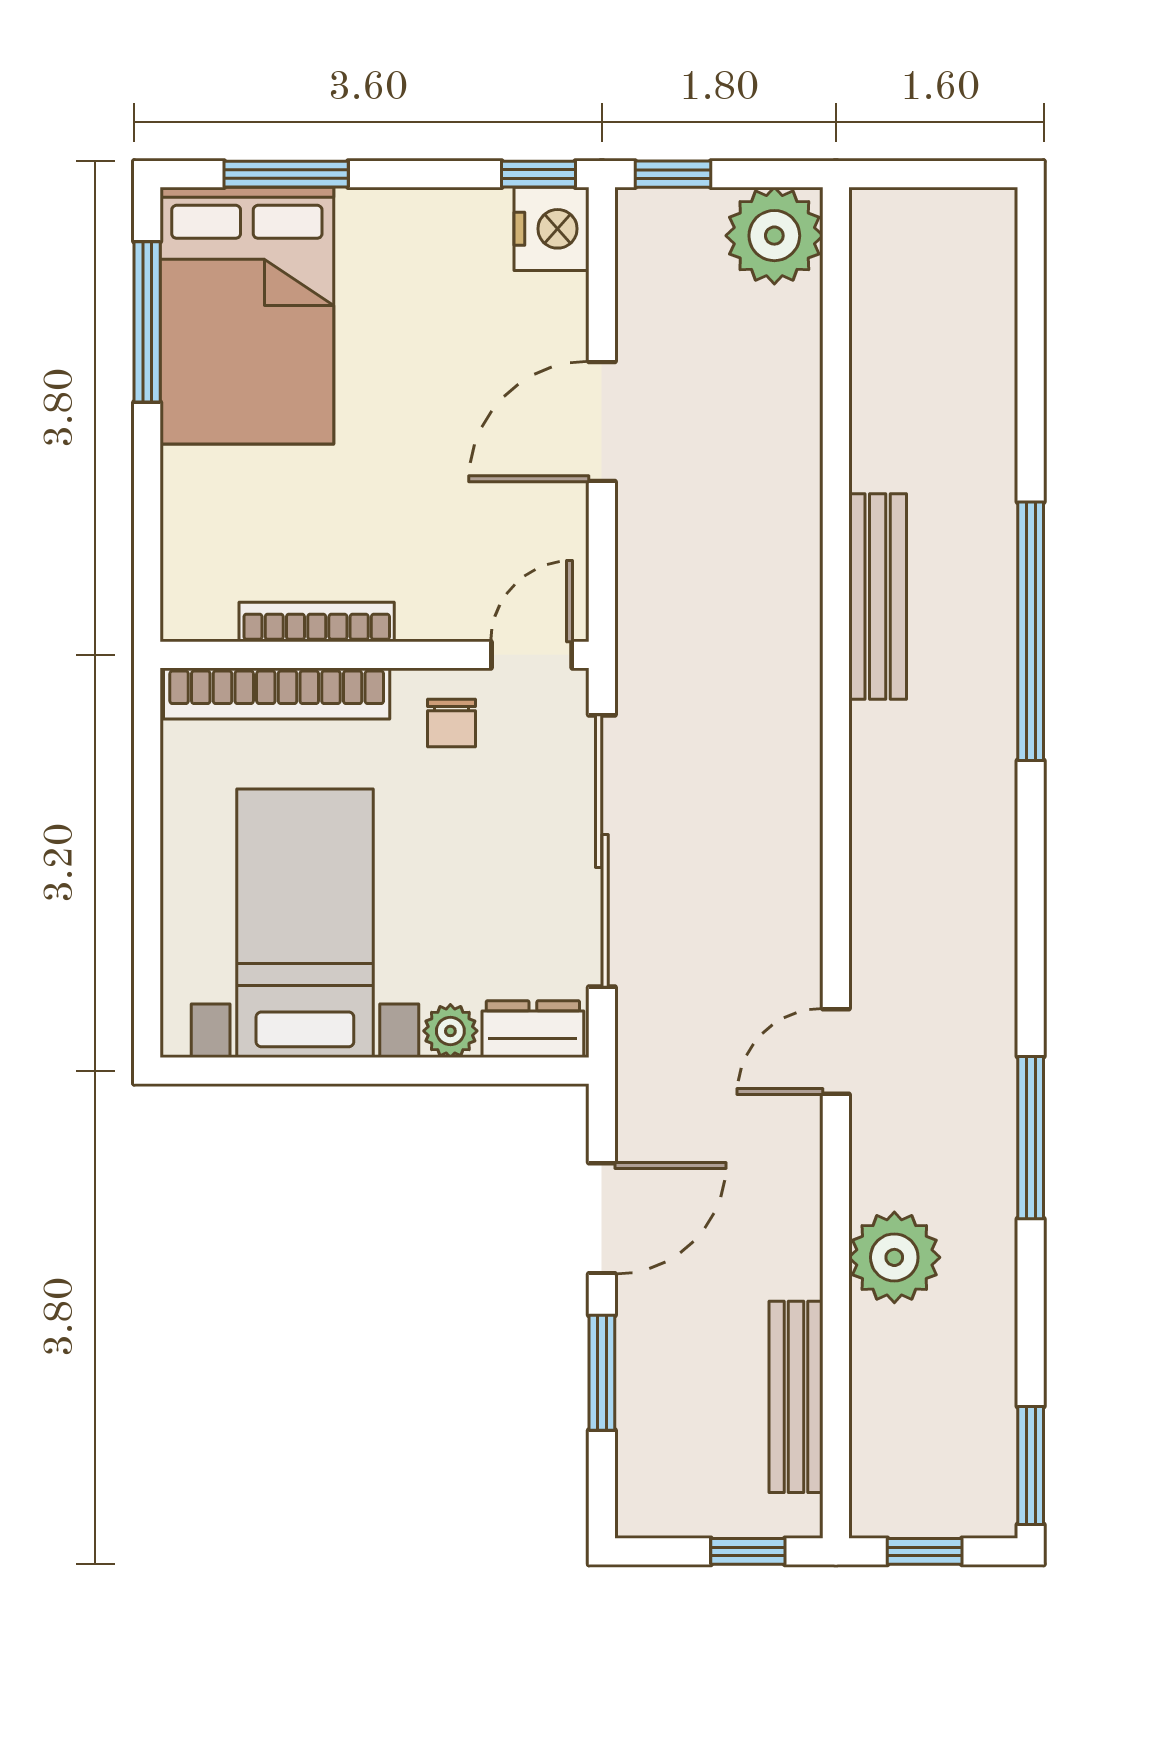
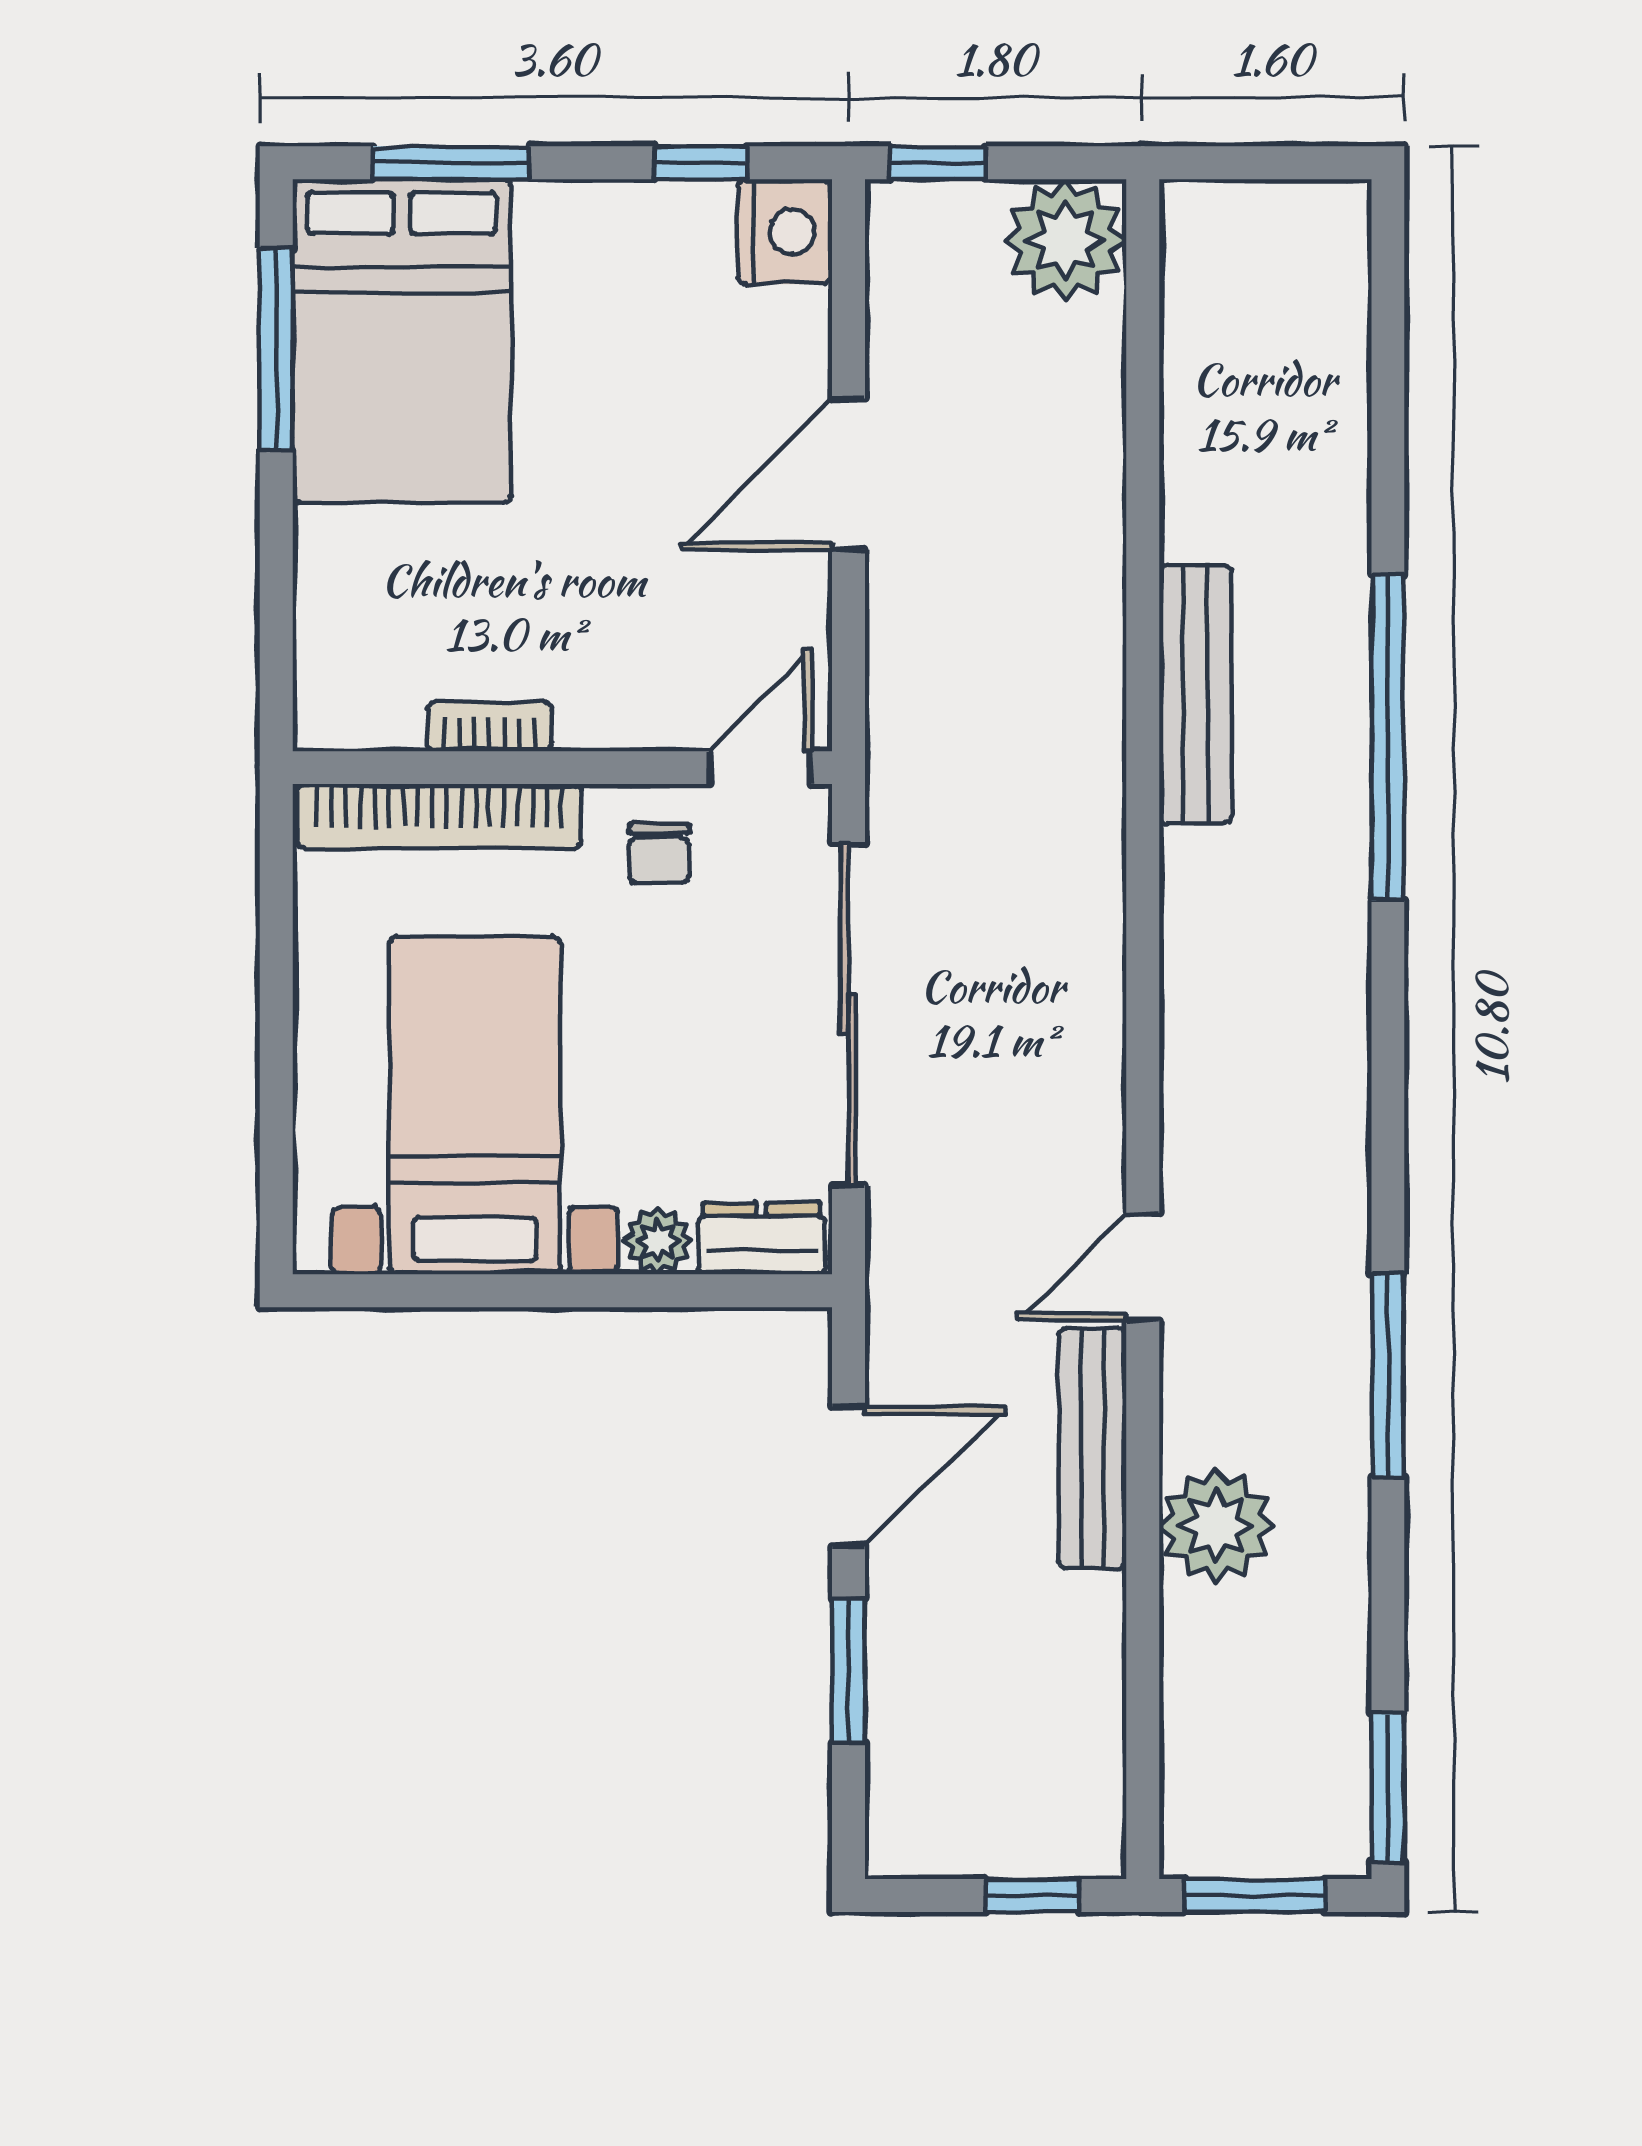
window: (539, 174) -> (701, 163), moved
bookcase: (317, 622) -> (490, 726), width x0.64
bench: (796, 1397) -> (1093, 1448), moved
window: (925, 1551) -> (1254, 1896), width x1.50

